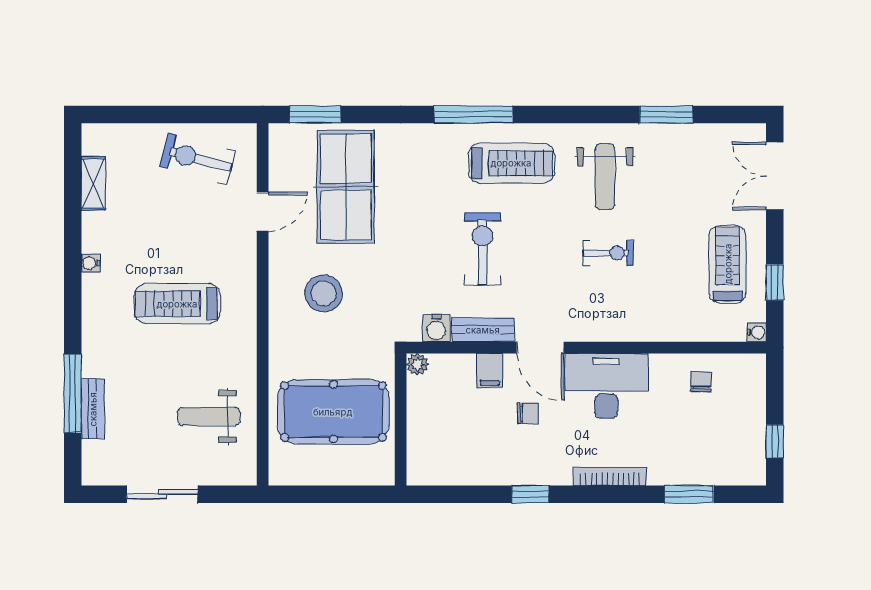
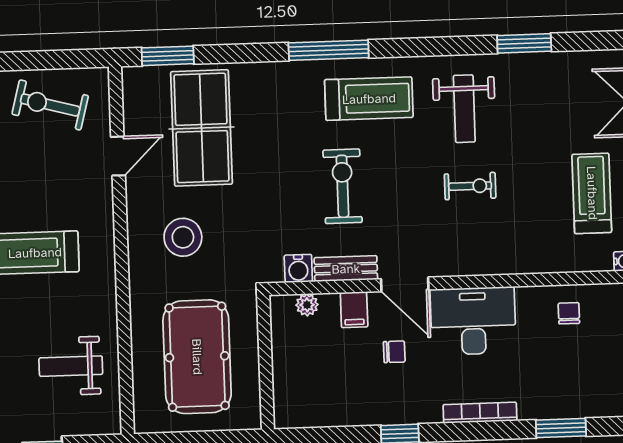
plant: (417, 364) -> (307, 305), moved
pool table: (333, 412) -> (197, 357), turned 90

